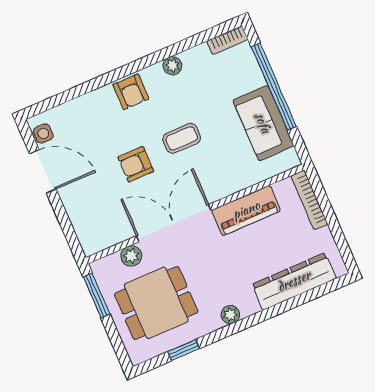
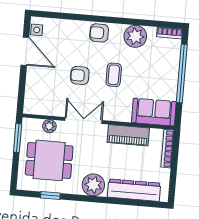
plant: (172, 66) -> (135, 36), width x1.88, depth x1.88
armchair: (131, 92) -> (99, 33), turned 90
sofa: (263, 123) -> (154, 112), moved, turned 90
coffee table: (182, 138) -> (114, 75), turned 90
double door: (174, 223) -> (83, 120), width x0.73
plant: (230, 315) -> (93, 185), width x1.88, depth x1.88

